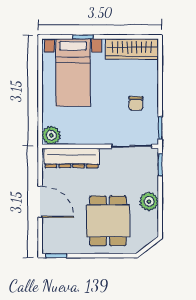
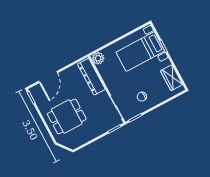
wardrobe: (132, 49) -> (172, 78), width x0.67
plant: (149, 201) -> (90, 134), removed
door: (40, 202) -> (48, 77), moved

